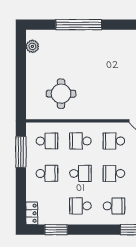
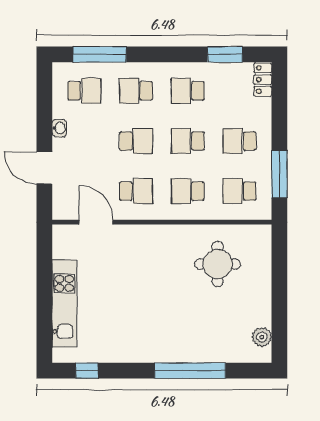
school desk: (80, 141) -> (188, 191), turned 180
school desk: (80, 206) -> (188, 91), turned 180

